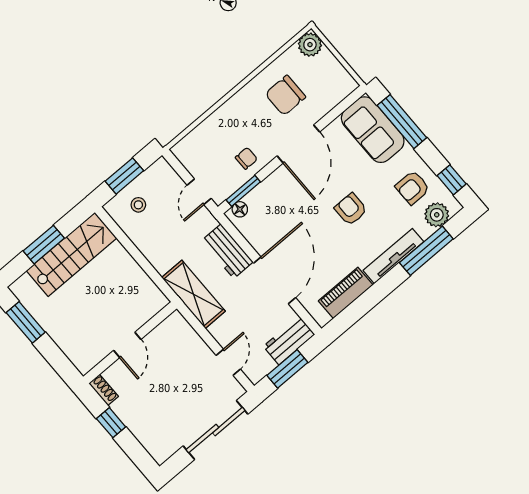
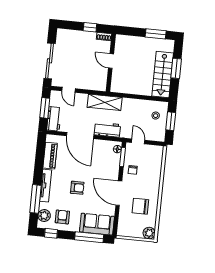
chair: (285, 95) -> (140, 206), turned -90

